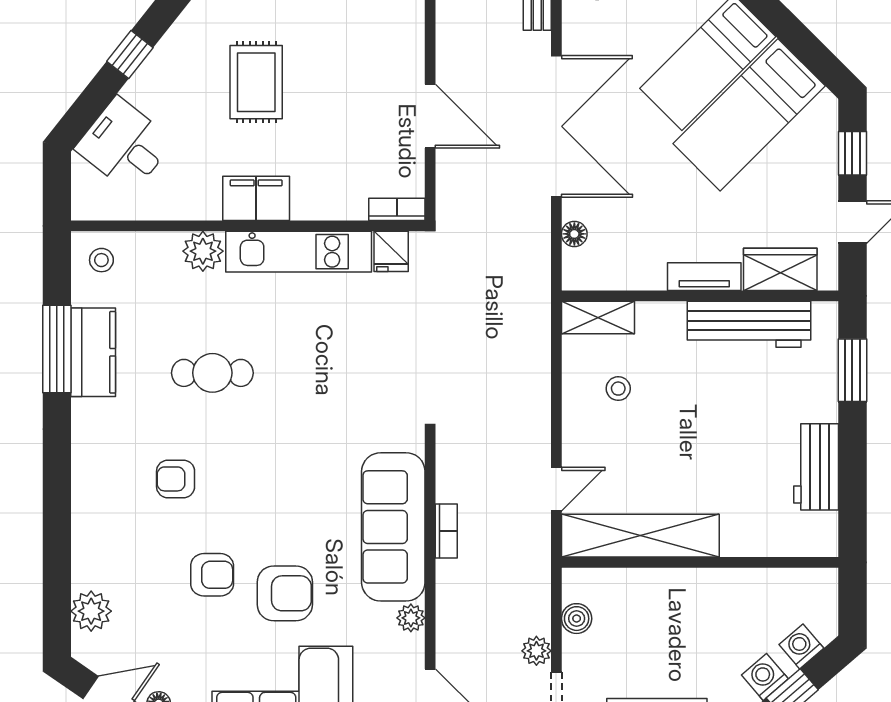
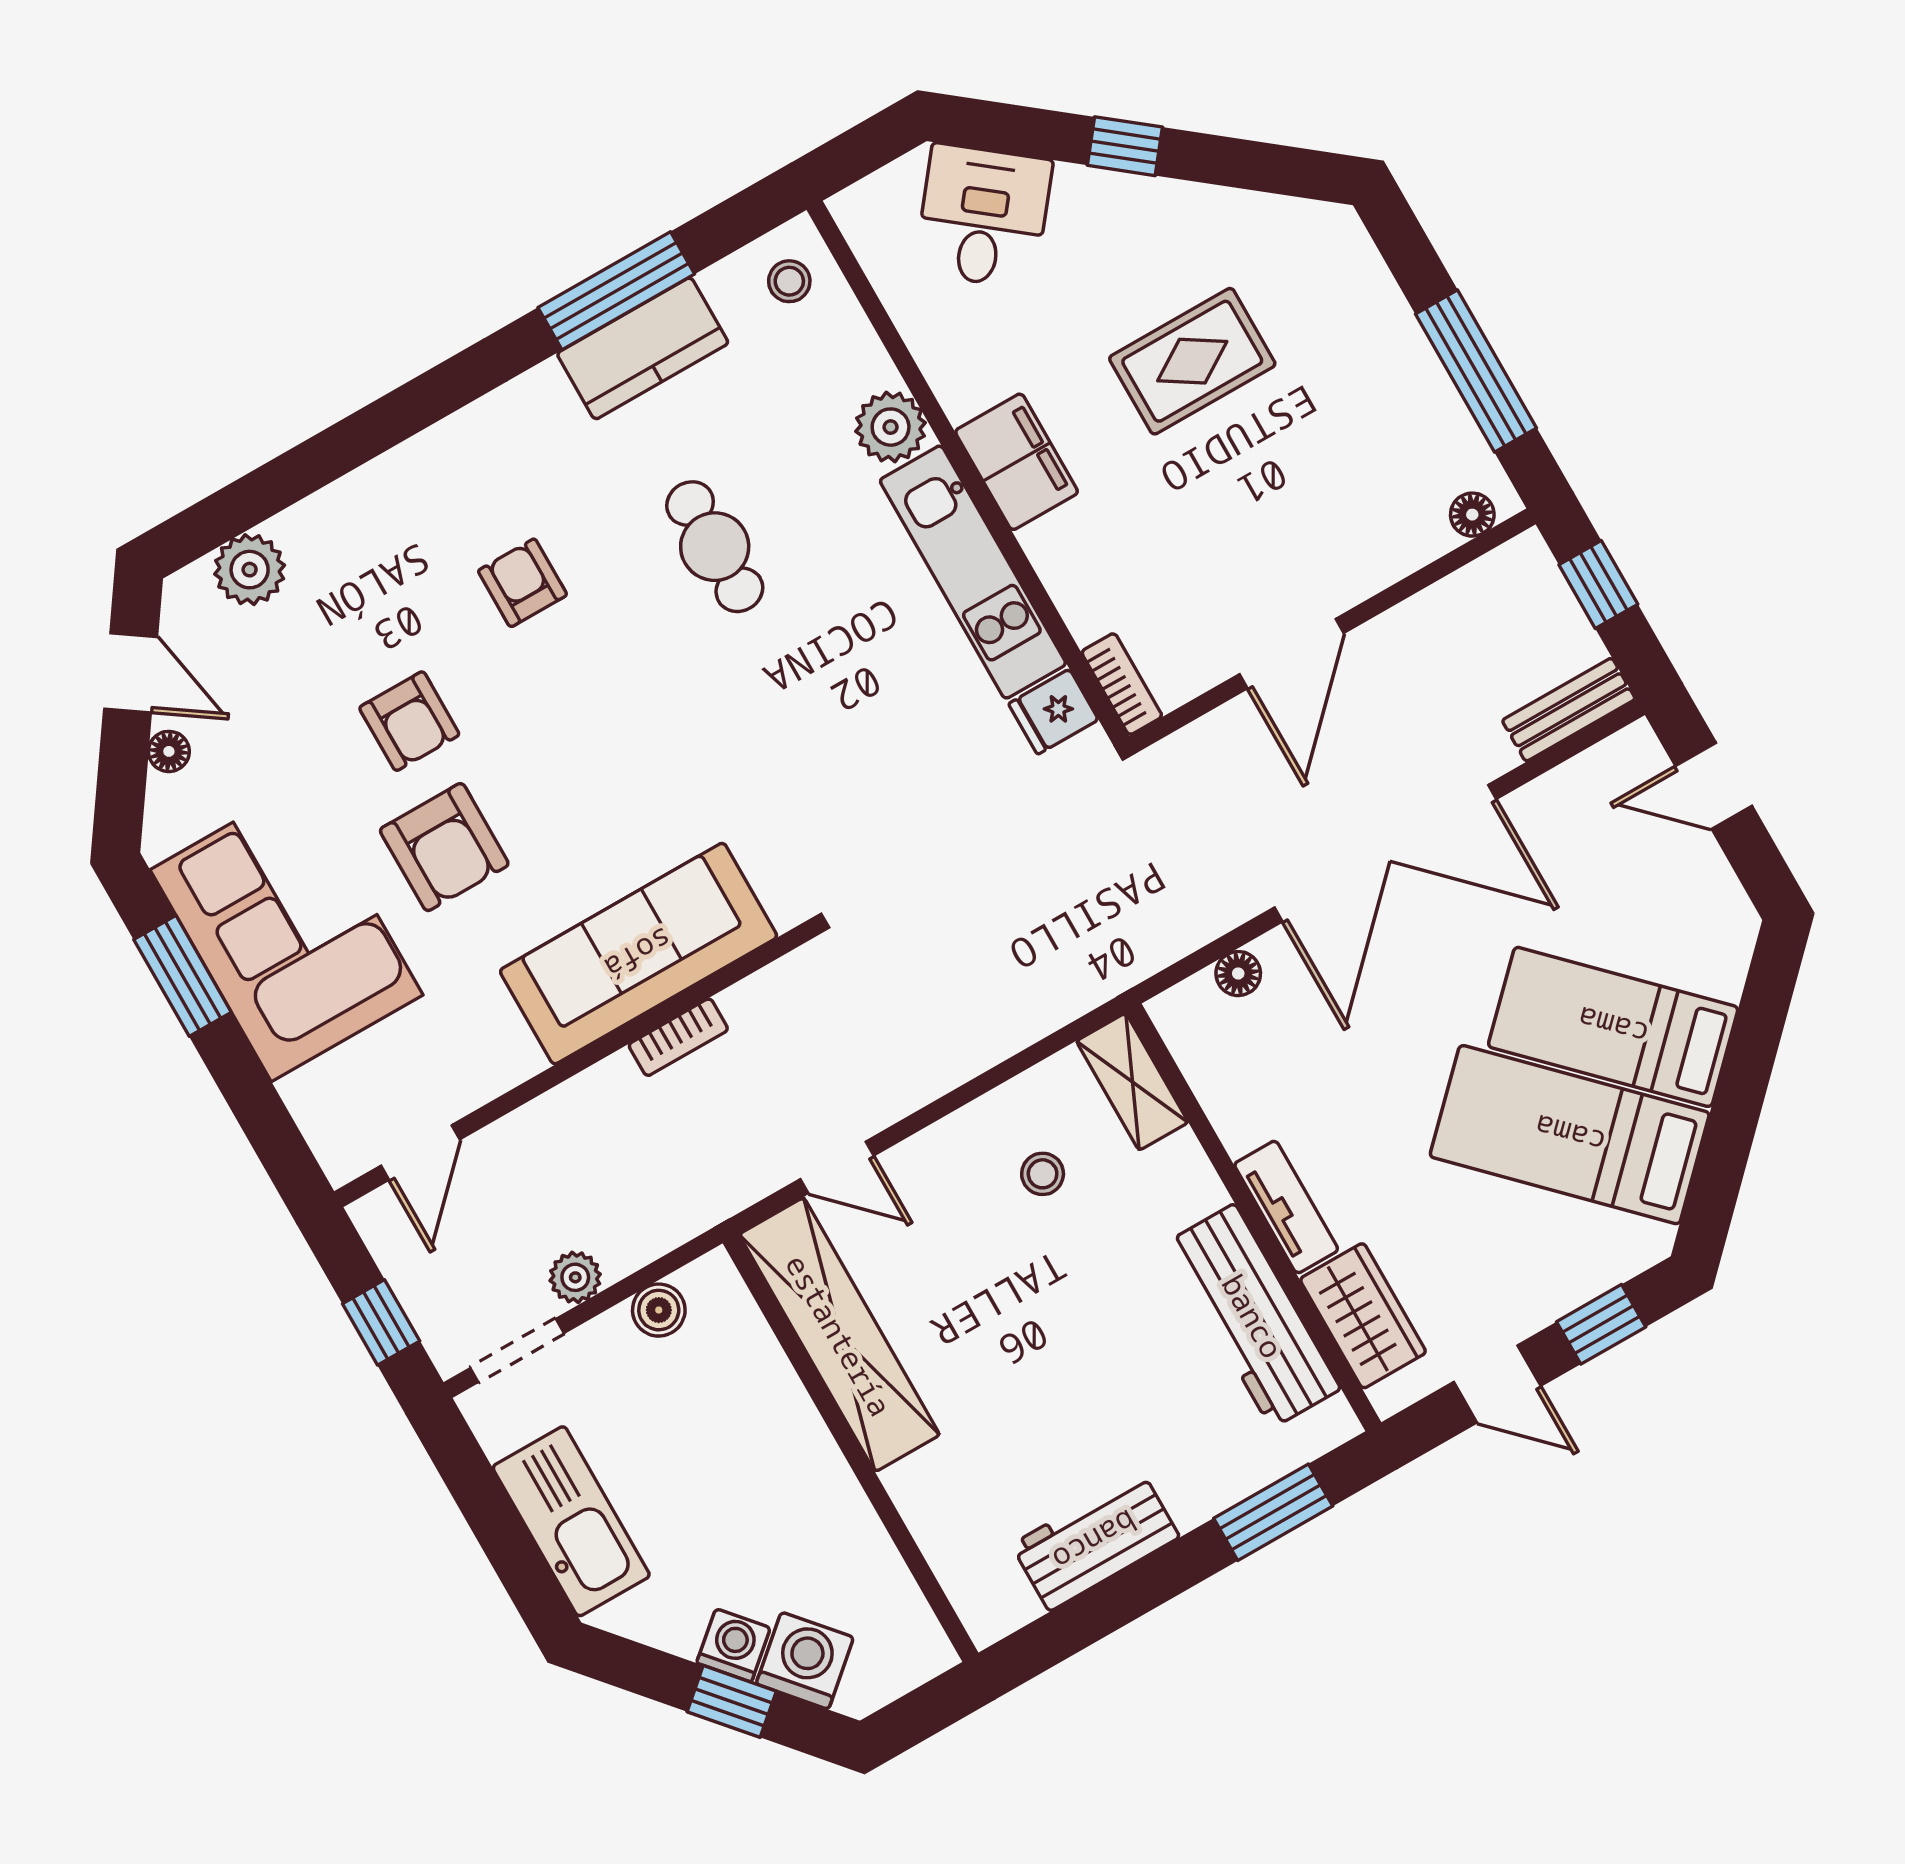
plant: (411, 618) -> (516, 1059), removed
washing machine: (801, 646) -> (805, 1661), width x1.38, depth x1.38

